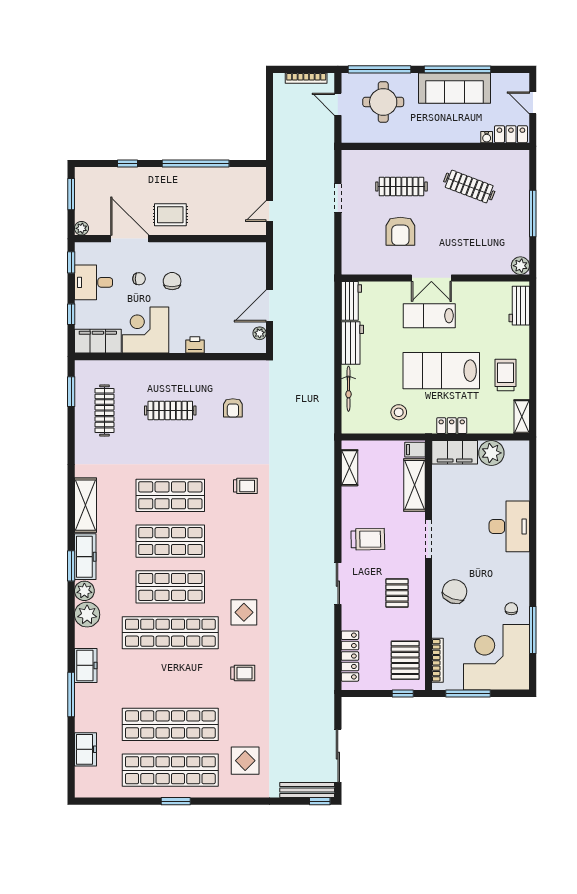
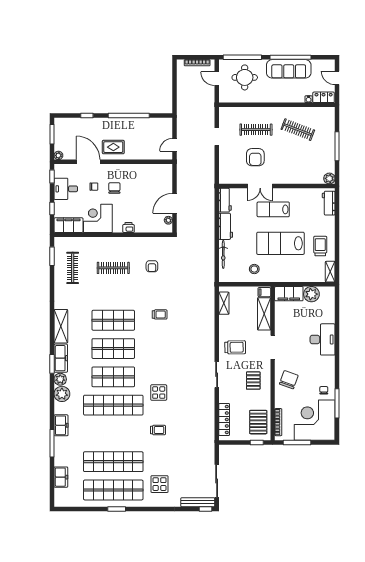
double door: (431, 278) -> (260, 186), moved
locker: (452, 426) -> (287, 277), removed

